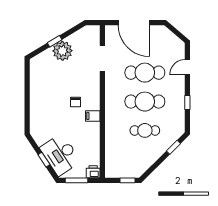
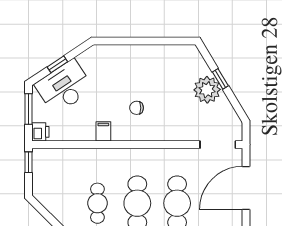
doorway: (102, 58) -> (218, 145), moved
filing cabinet: (93, 116) -> (103, 131), moved
window: (127, 180) -> (29, 162), moved

